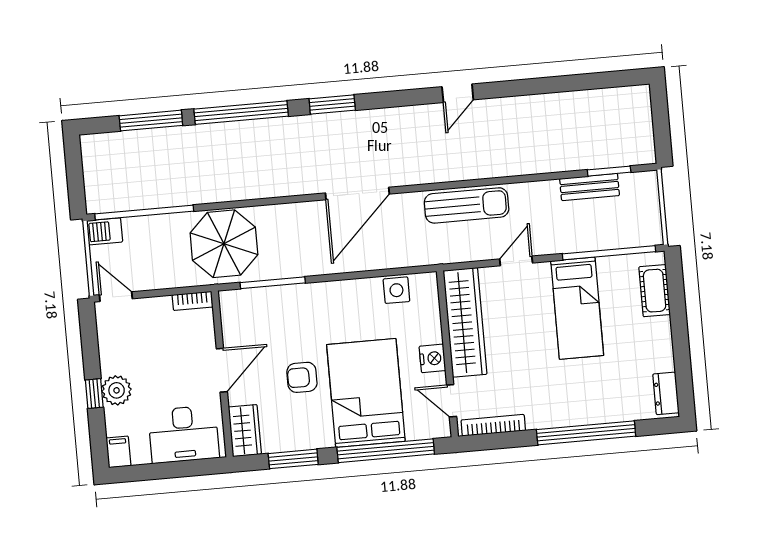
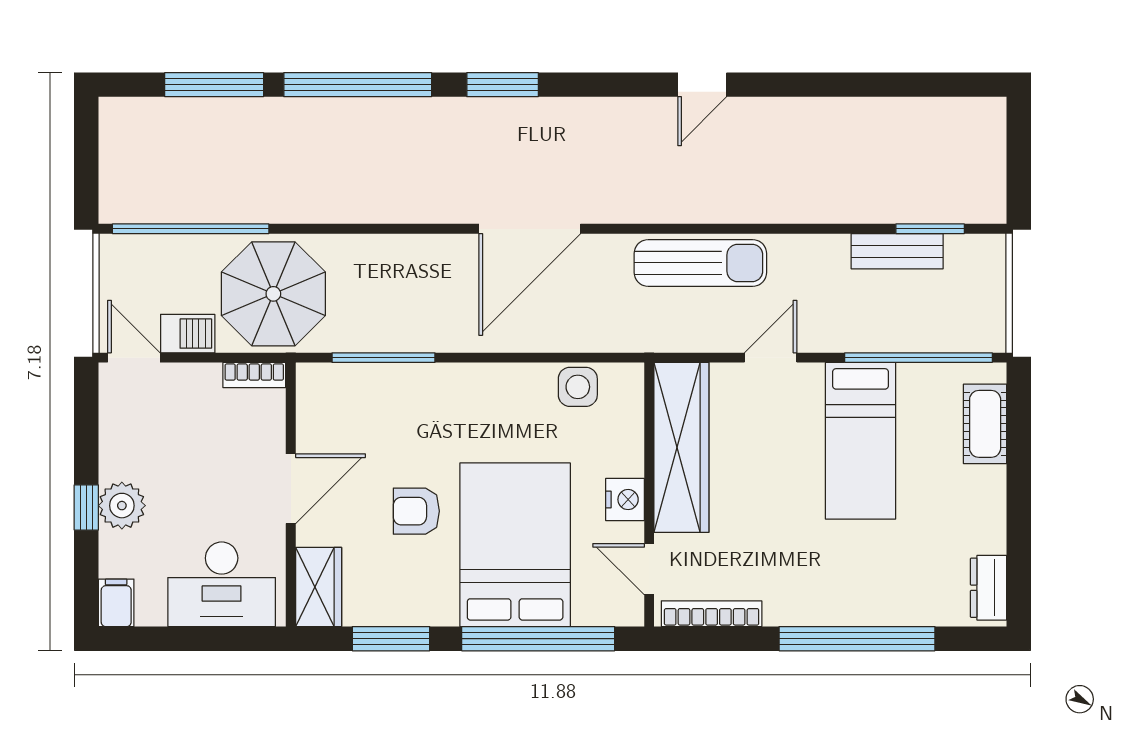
barbecue: (105, 231) -> (188, 334), moved, turned 180
parasol: (224, 244) -> (273, 294), moved

